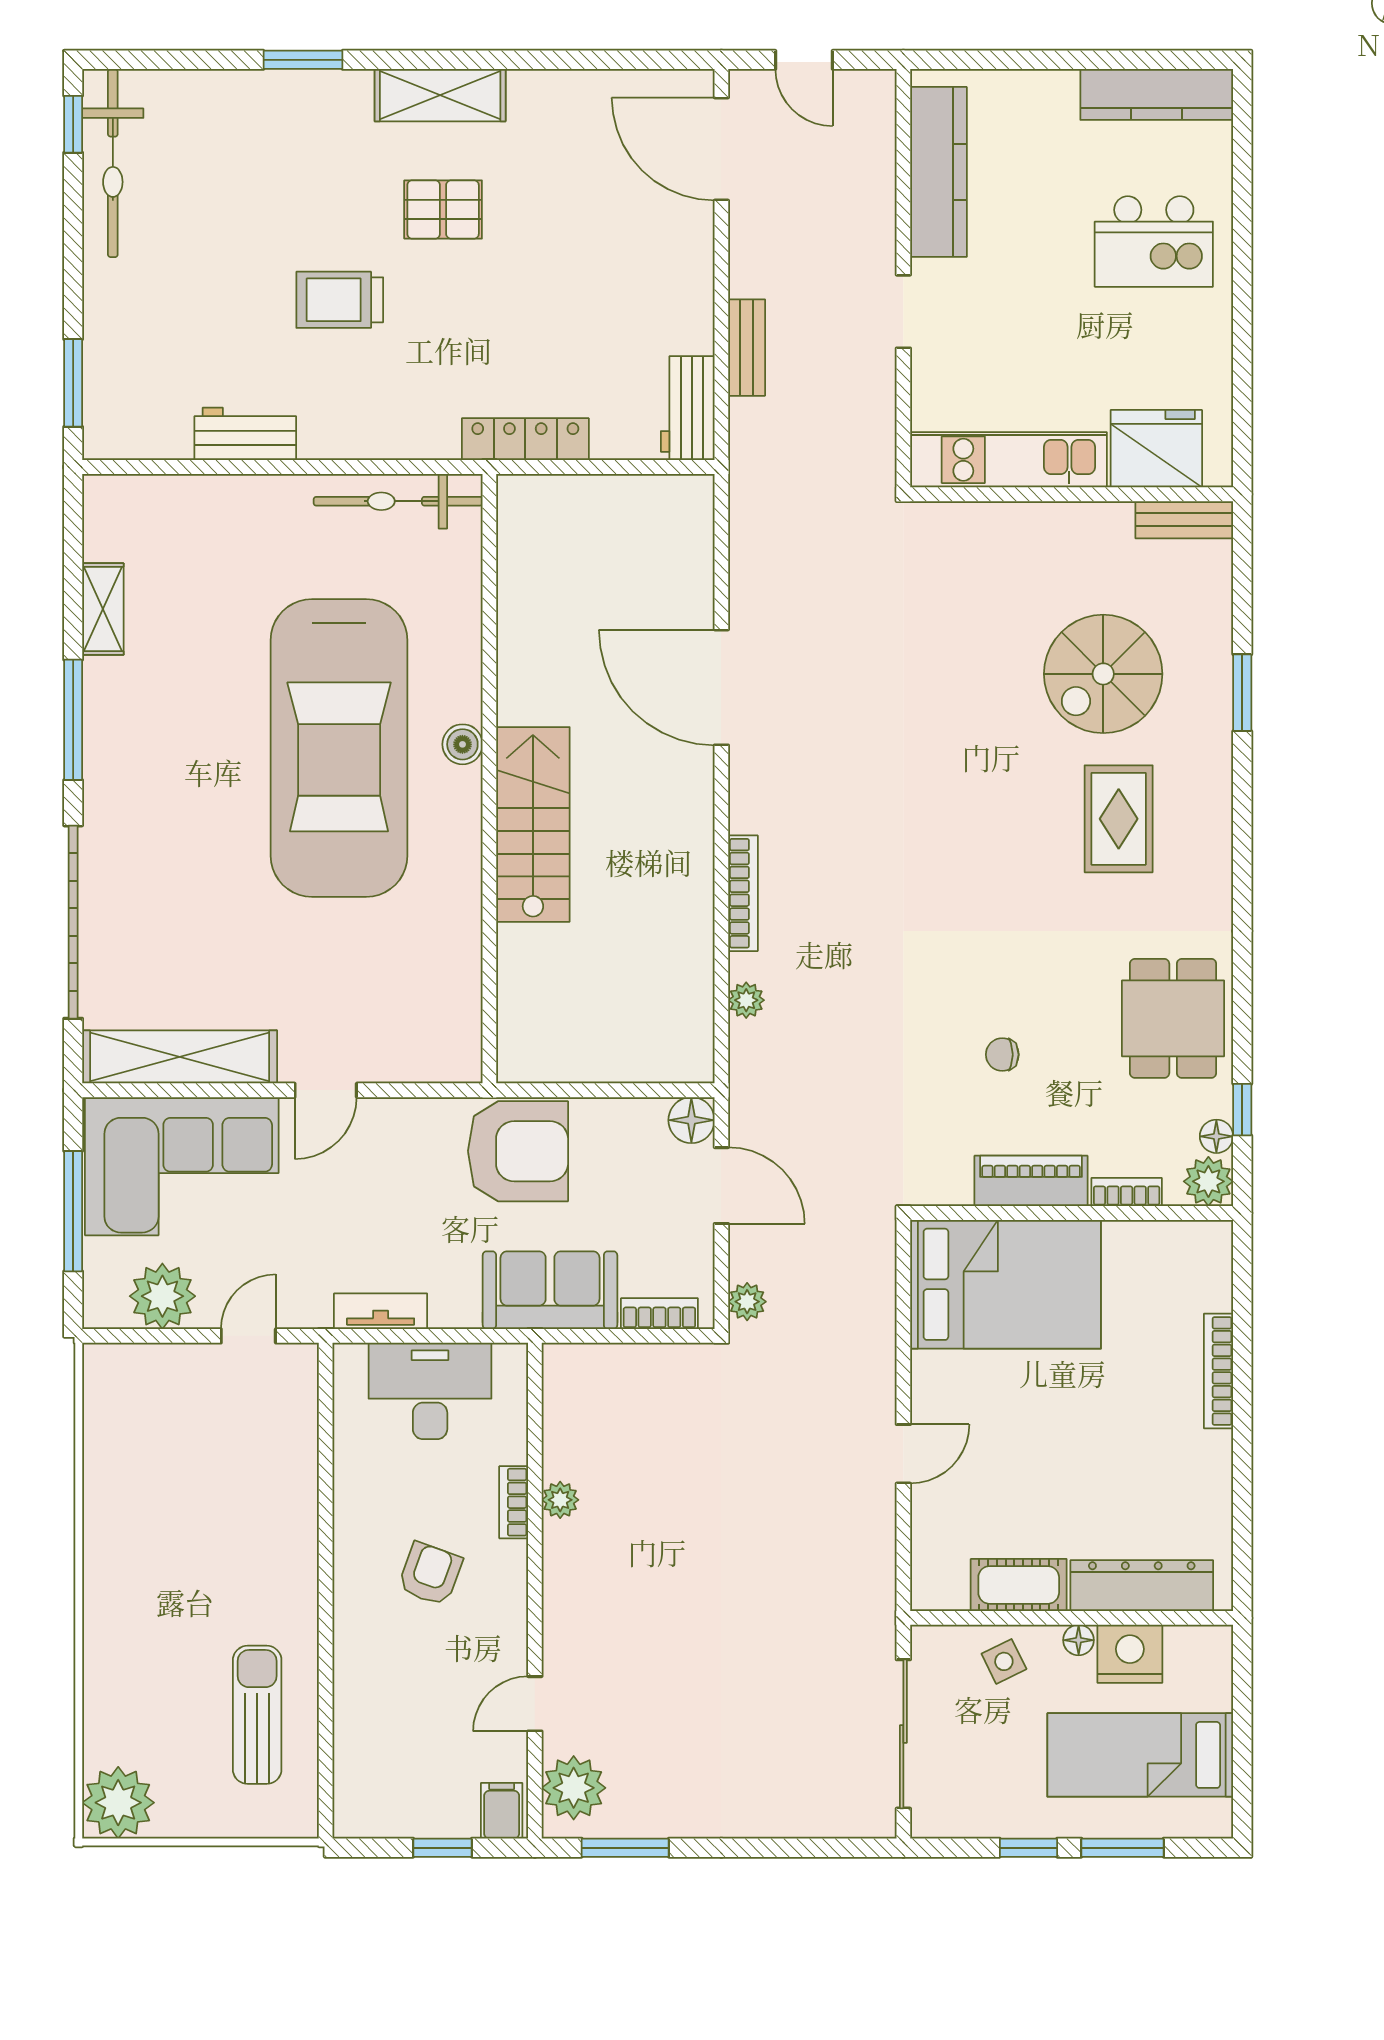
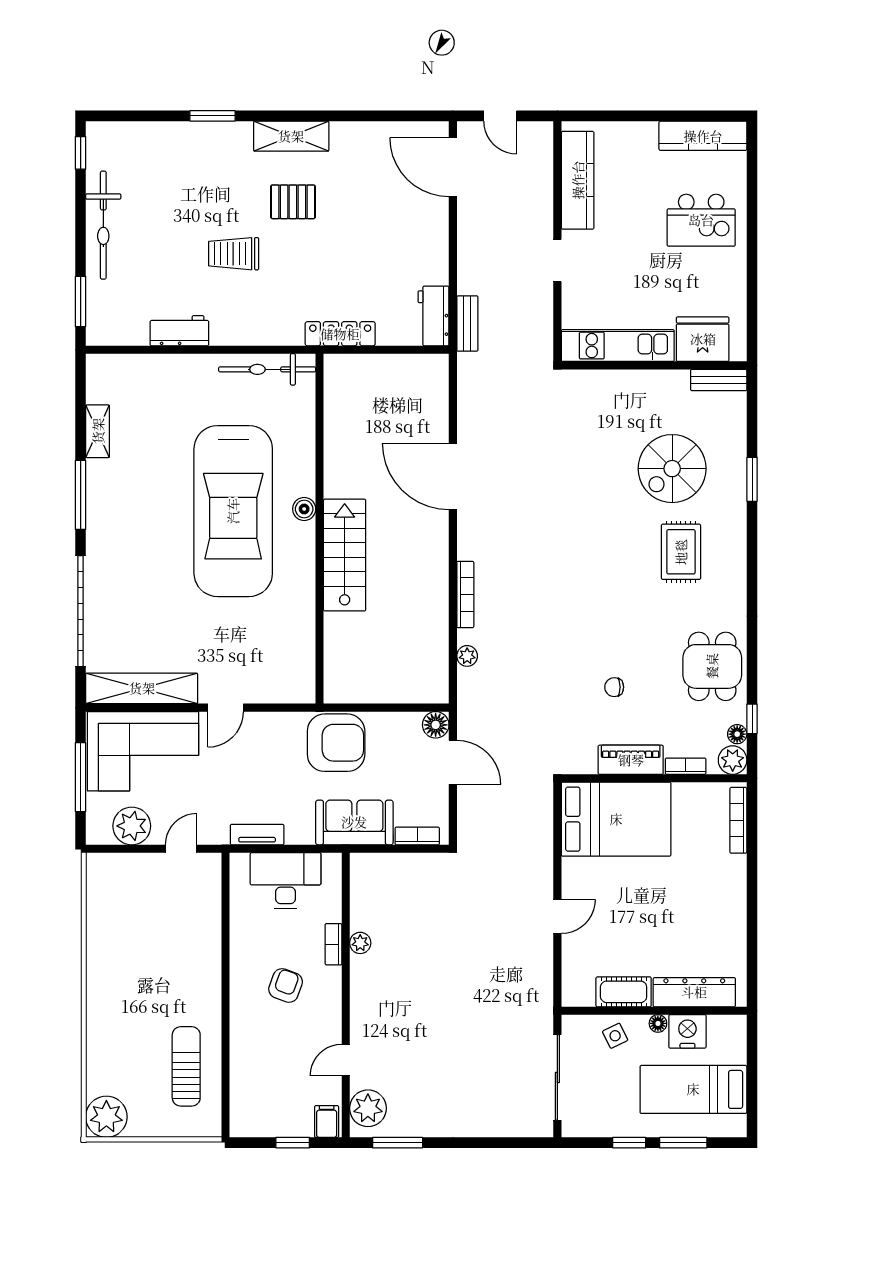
bicycle: (113, 163) -> (103, 225), moved
bench: (747, 348) -> (467, 324), moved
plant: (747, 1302) -> (468, 829), removed
bookcase: (1219, 1371) -> (738, 820), moved

